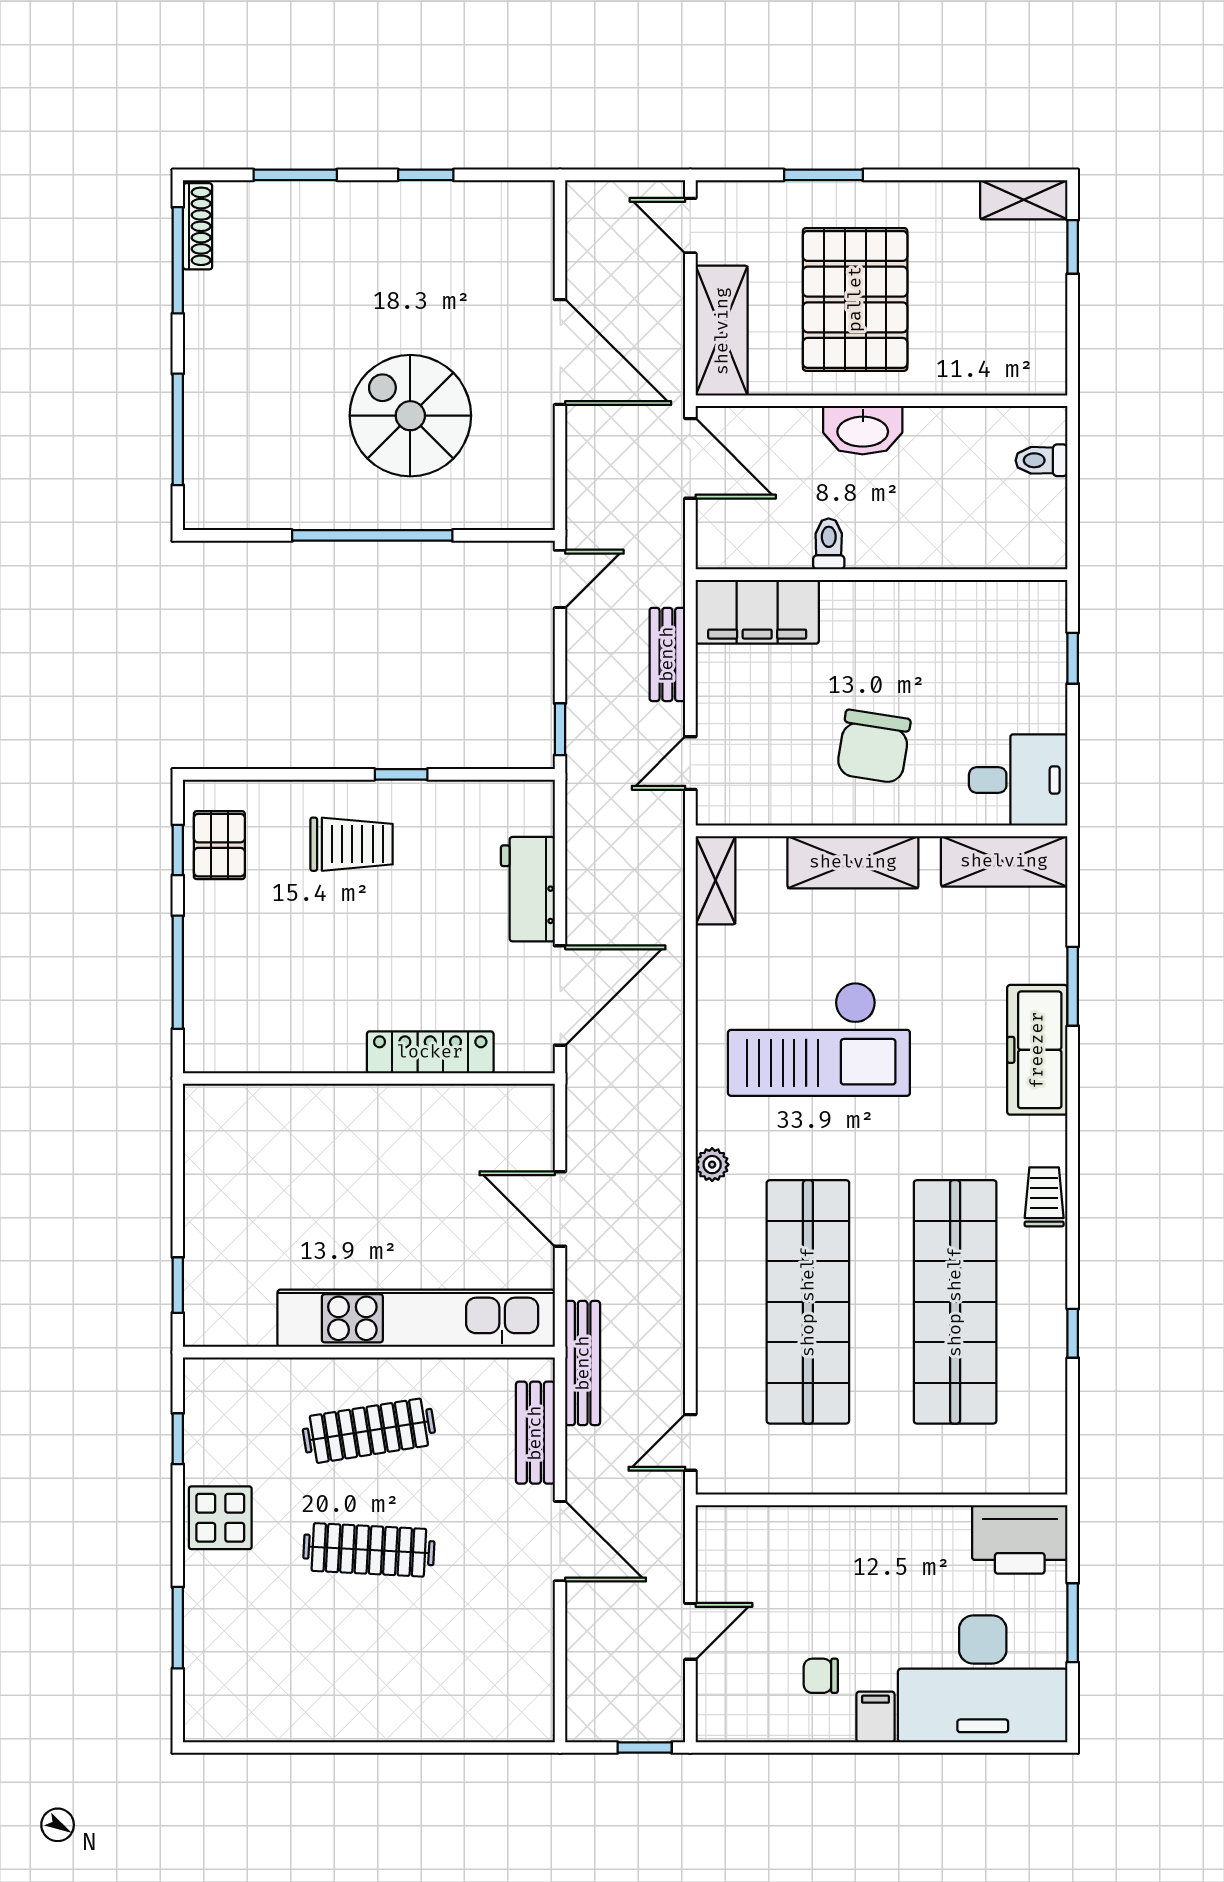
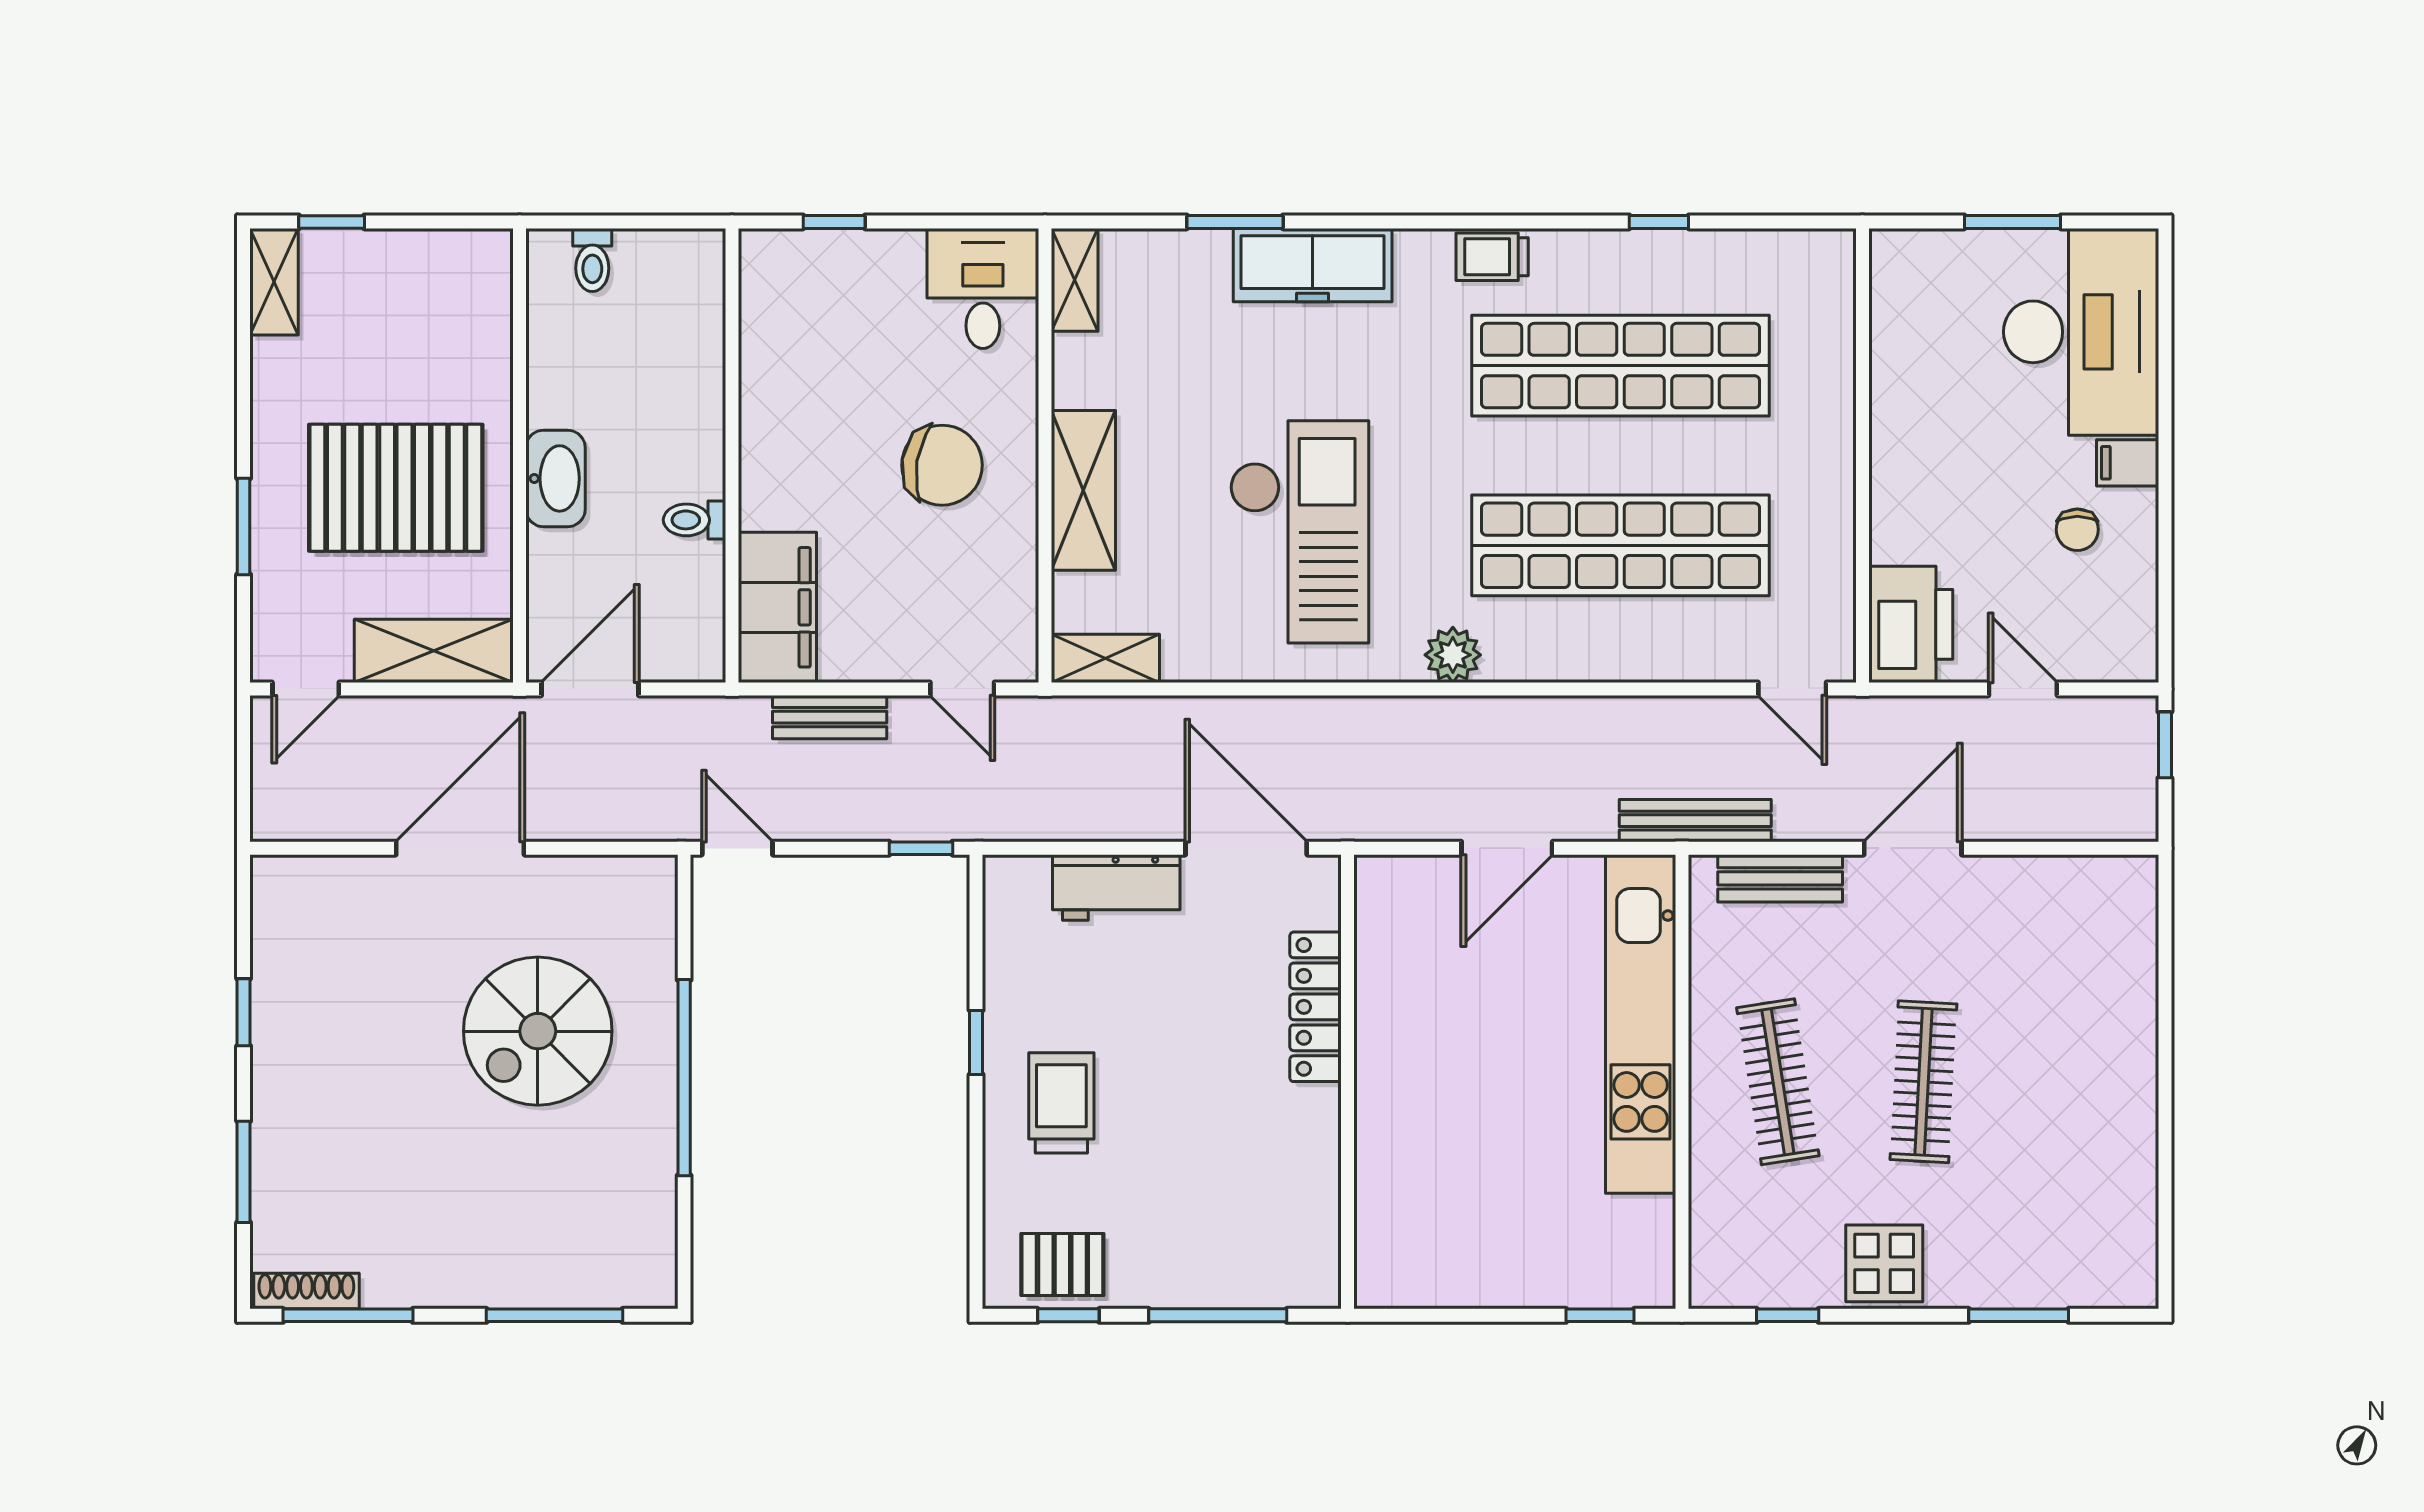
shelving: (1004, 861) -> (1075, 280), width x0.67, depth x0.75
plant: (712, 1165) -> (1453, 655), width x1.38, depth x1.38
printer: (1020, 1539) -> (1911, 624), moved

